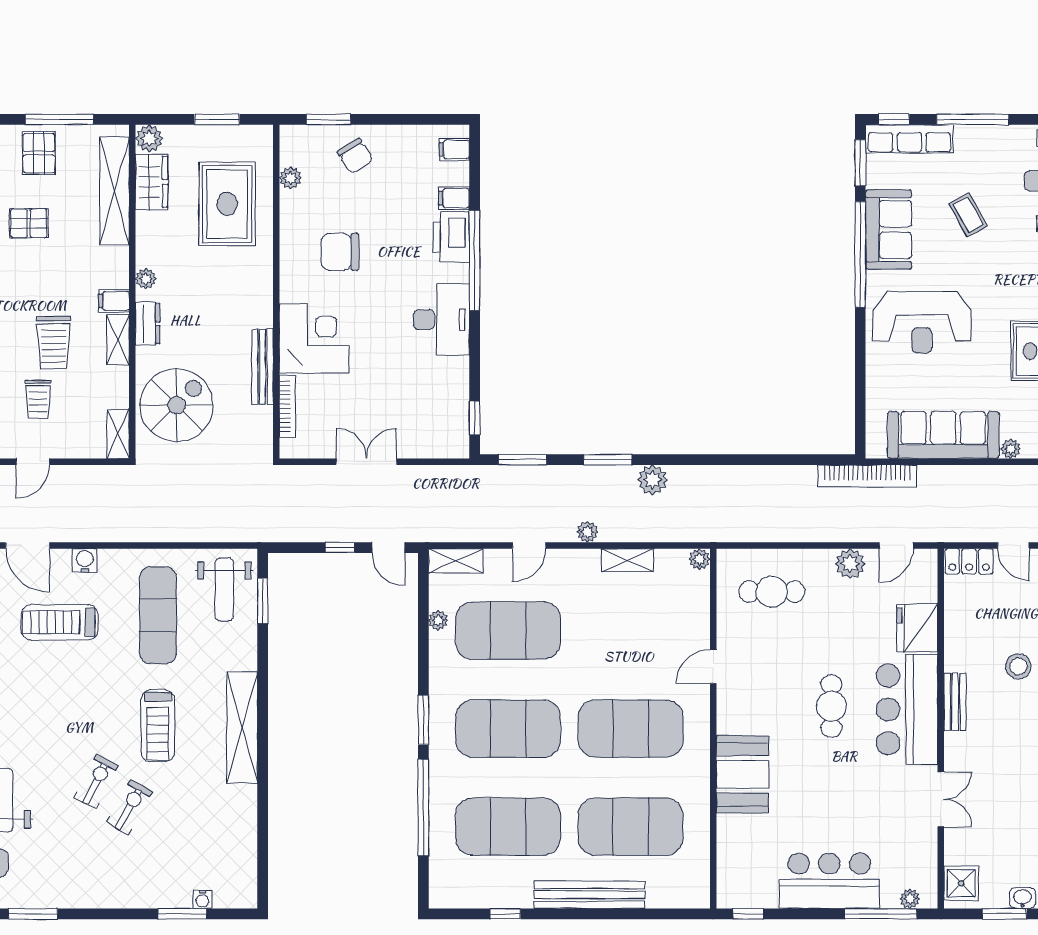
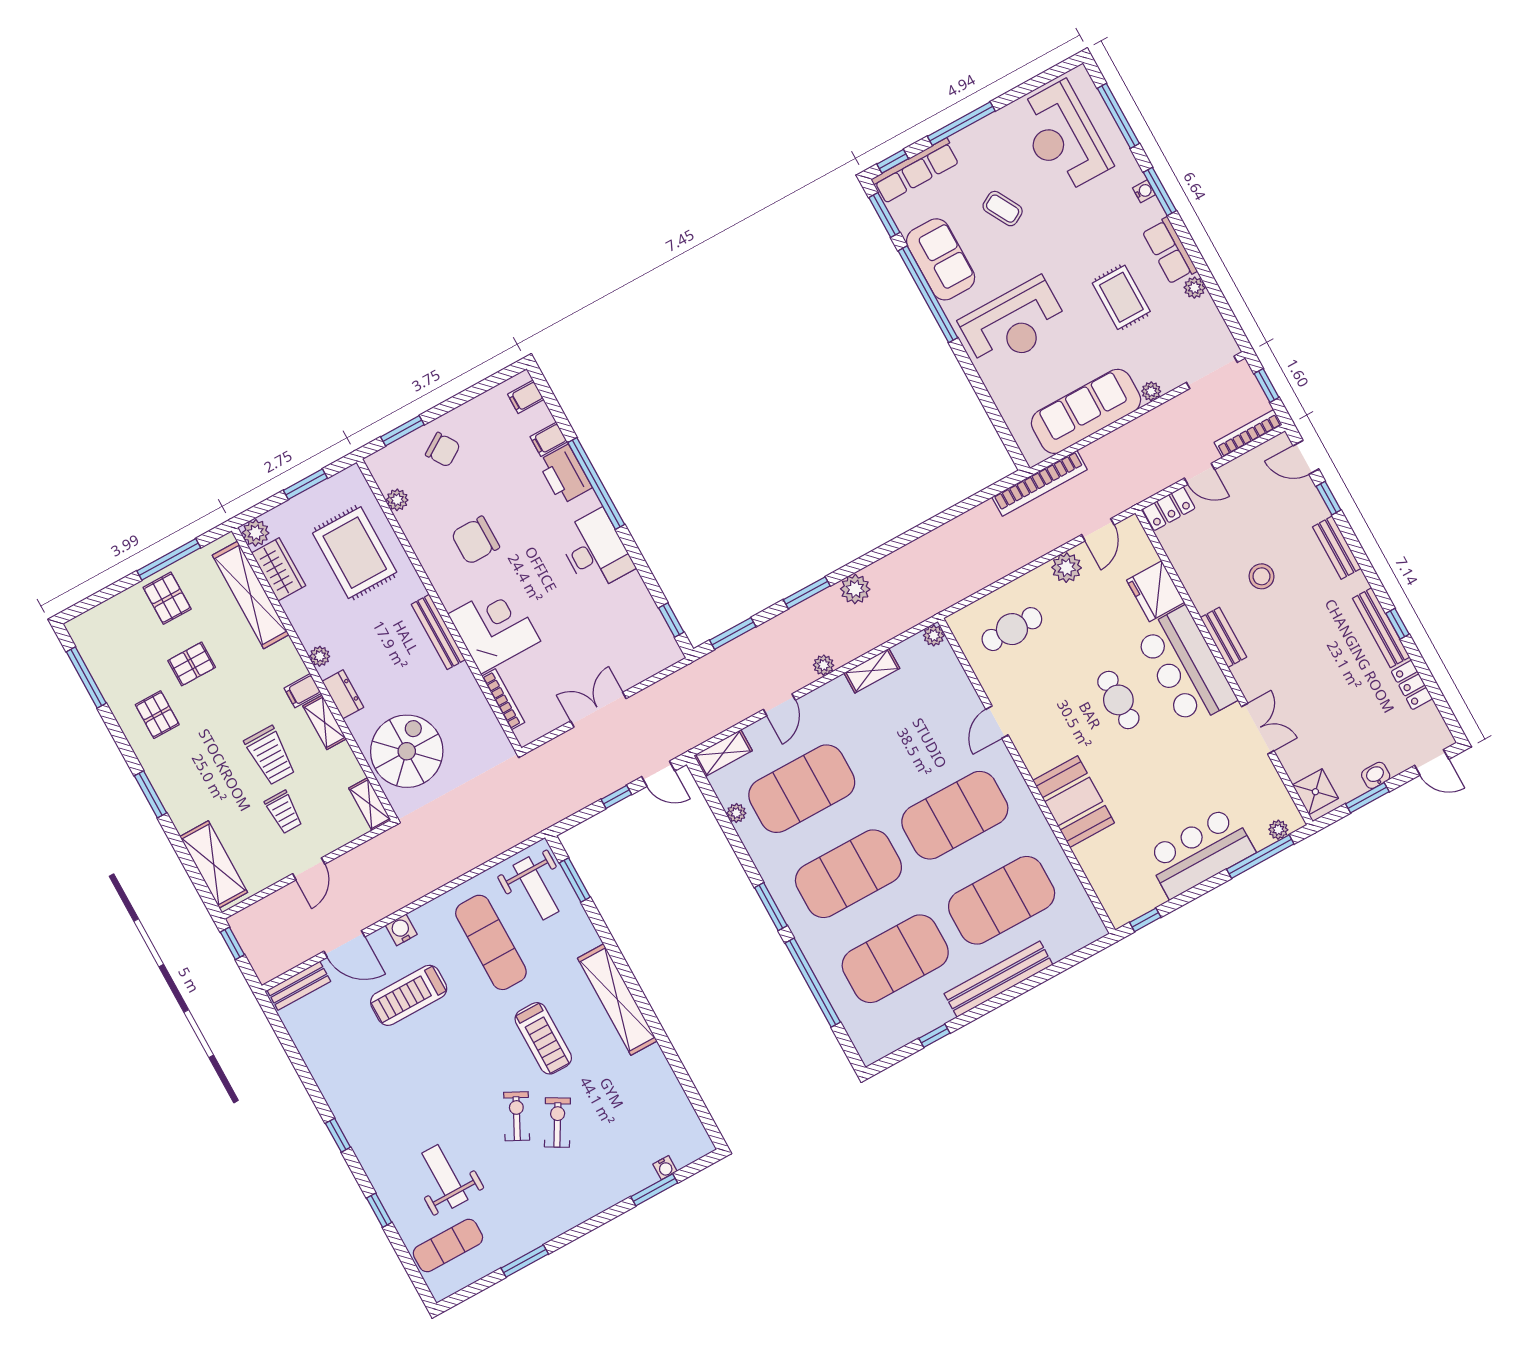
bench: (263, 367) -> (438, 632), moved

